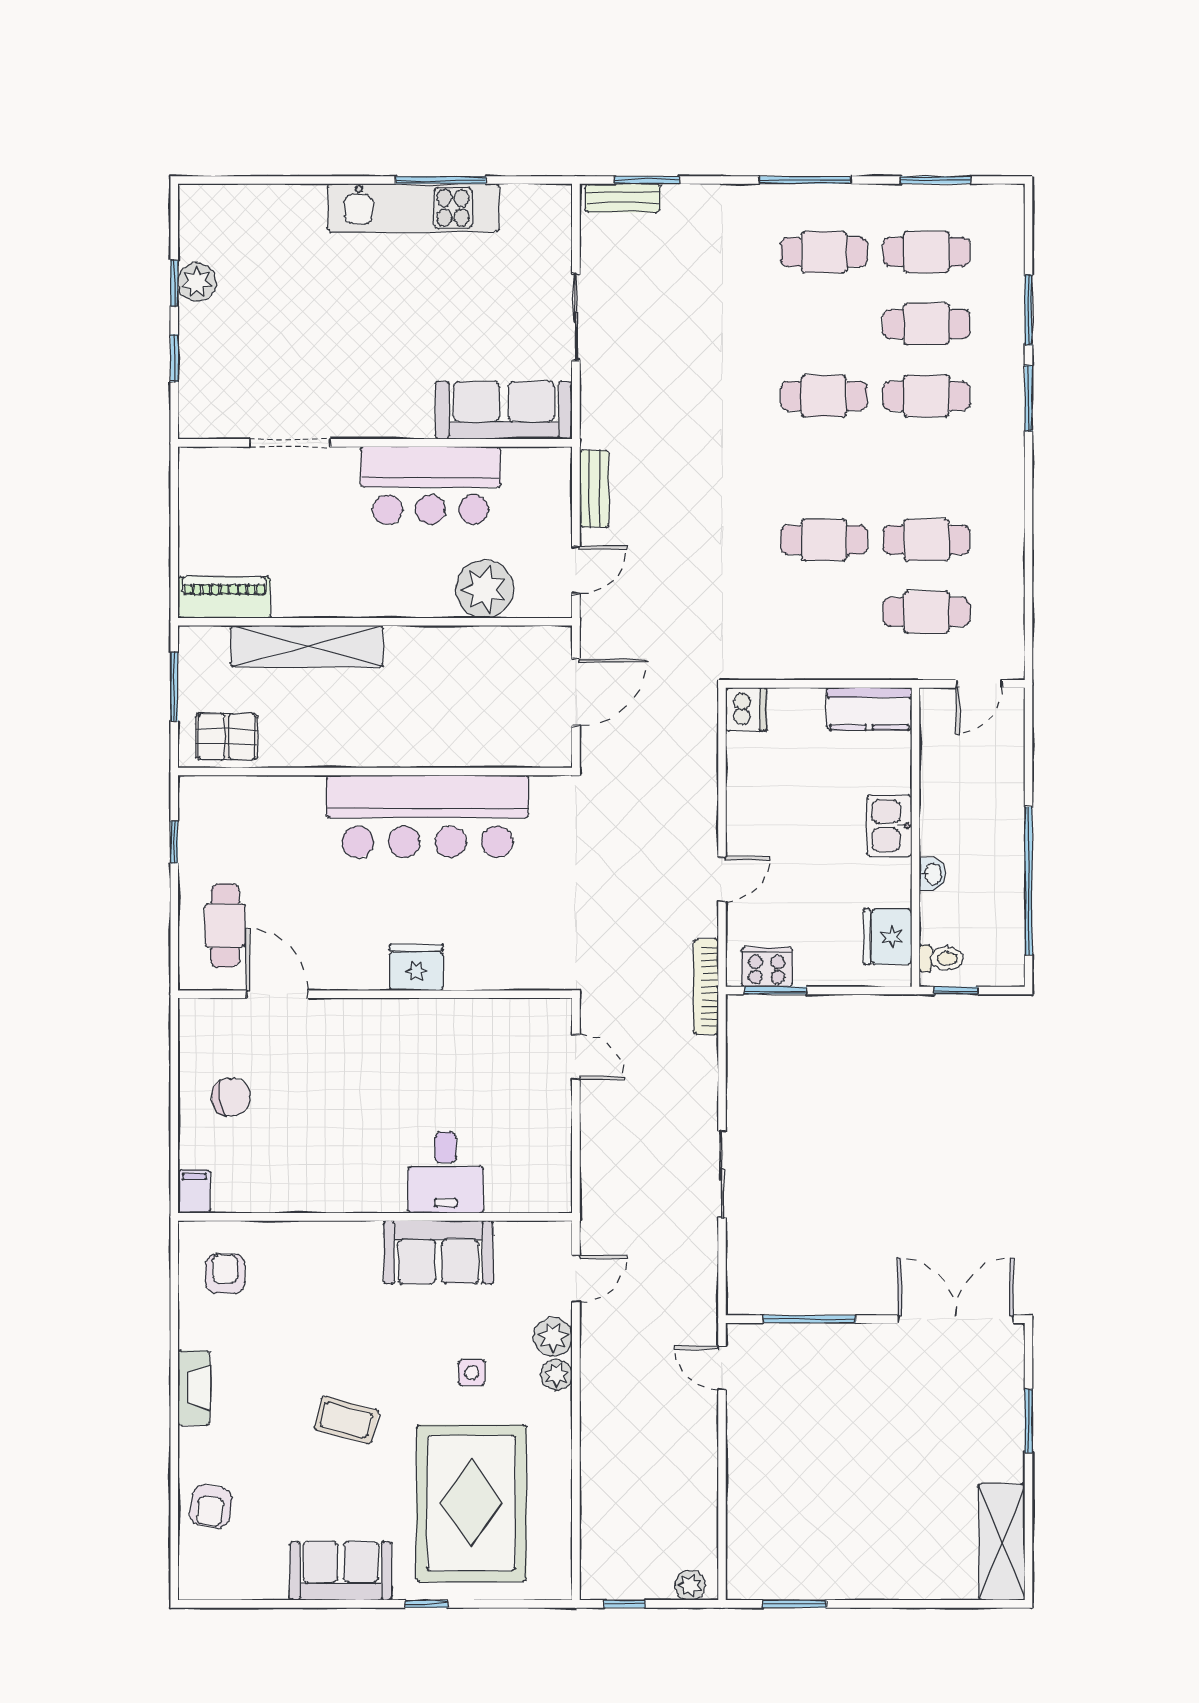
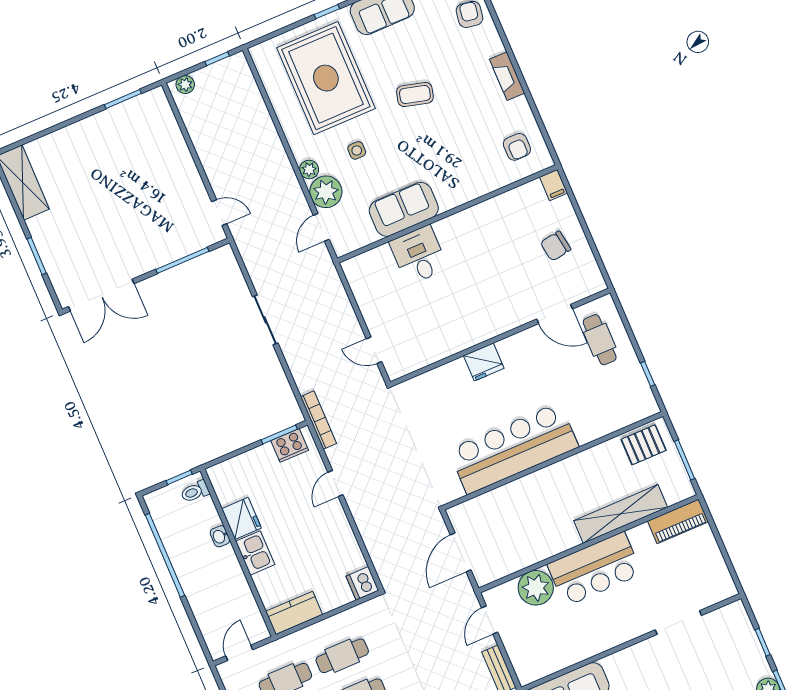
bar counter: (431, 485) -> (595, 569), moved, turned 180
cafe table: (824, 612) -> (342, 656), added
fridge: (888, 937) -> (241, 518), moved
plant: (553, 1337) -> (326, 192), width x1.36, depth x1.36

